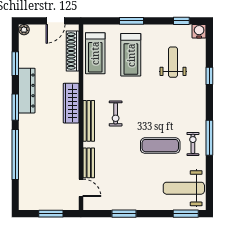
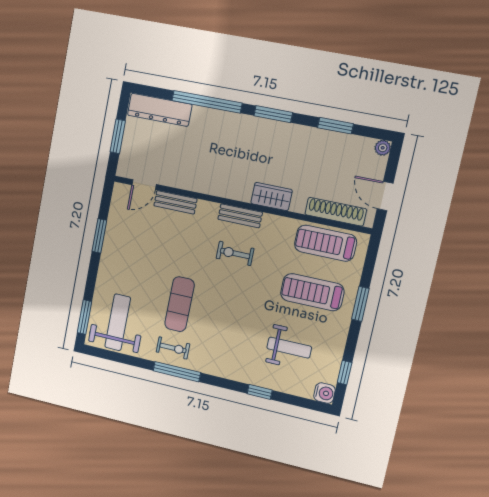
dresser: (27, 91) -> (160, 110), moved
wardrobe: (71, 103) -> (271, 197), width x0.67
bench: (89, 121) -> (240, 216), width x0.73

